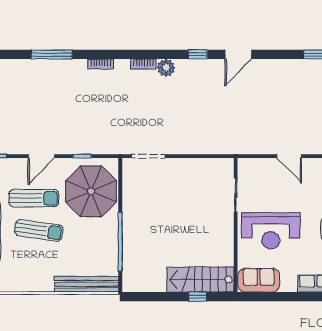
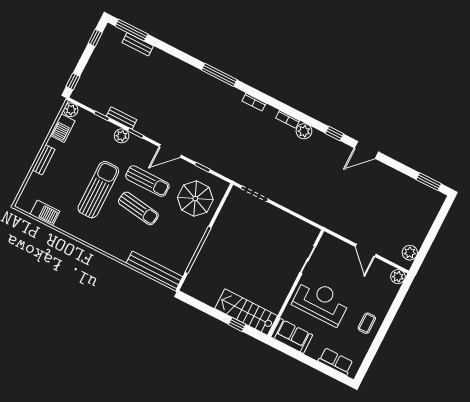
parasol: (91, 191) -> (195, 199), width x0.73, depth x0.73
reception desk: (271, 231) -> (321, 302), turned 180

